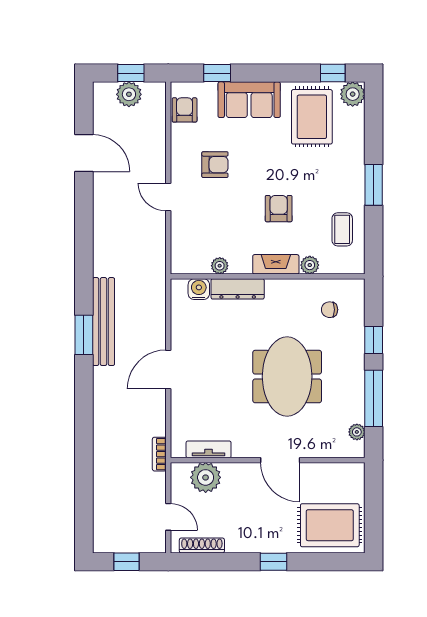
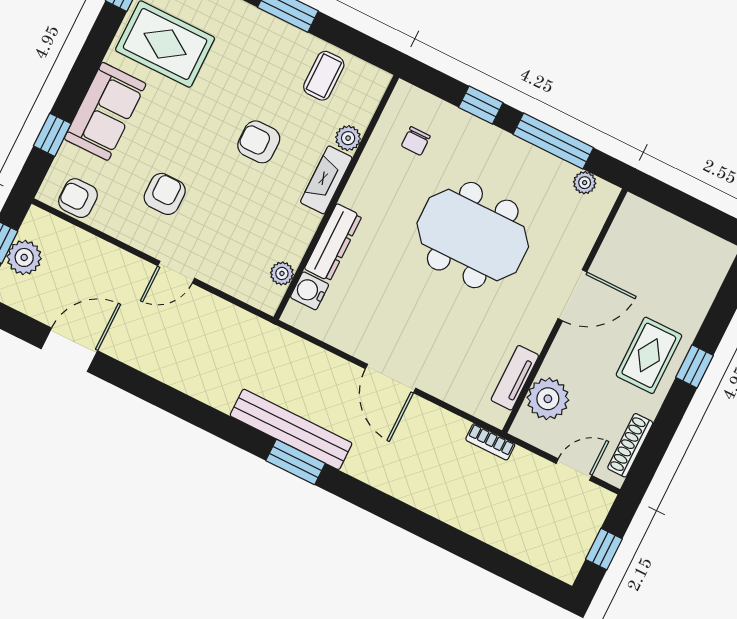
coffee table: (342, 229) -> (324, 76), turned 90
plant: (220, 266) -> (282, 273), moved
rug: (330, 525) -> (649, 355), moved, width x0.73, depth x0.70

